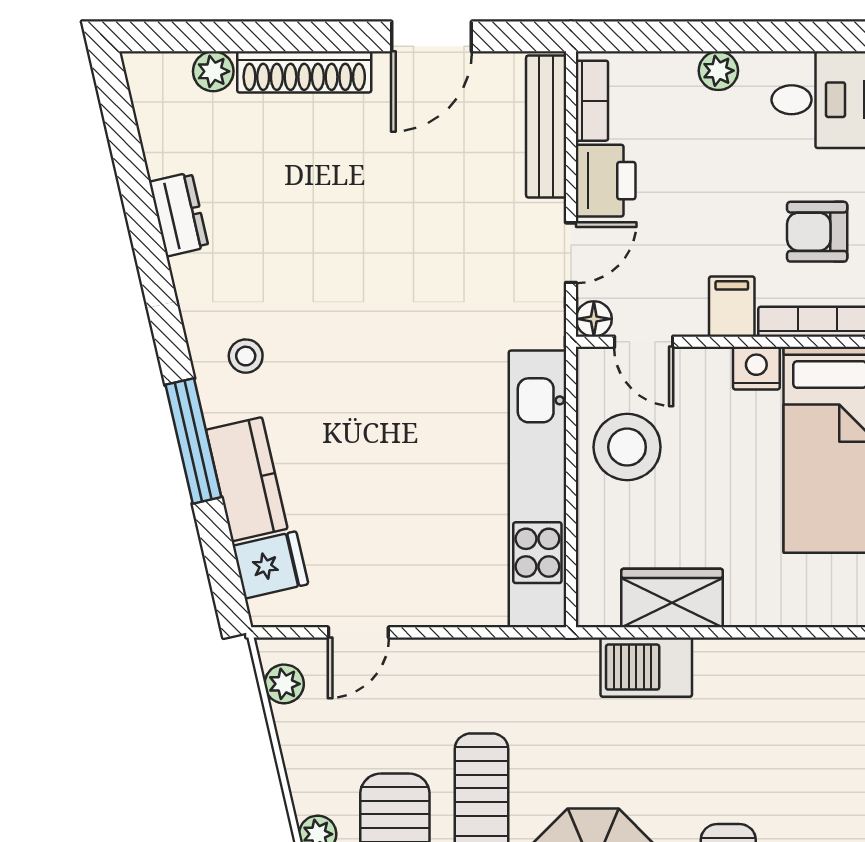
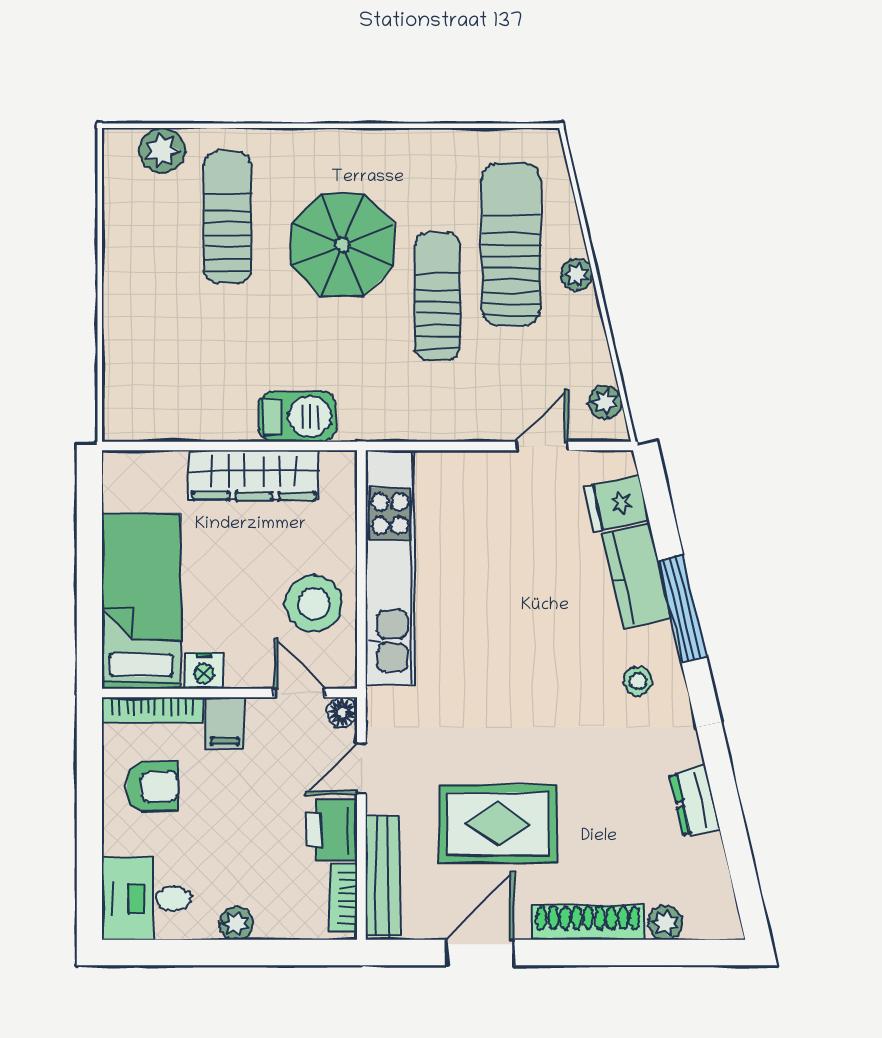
rug: (410, 188) -> (498, 824), added
wardrobe: (672, 598) -> (254, 475), width x1.50

